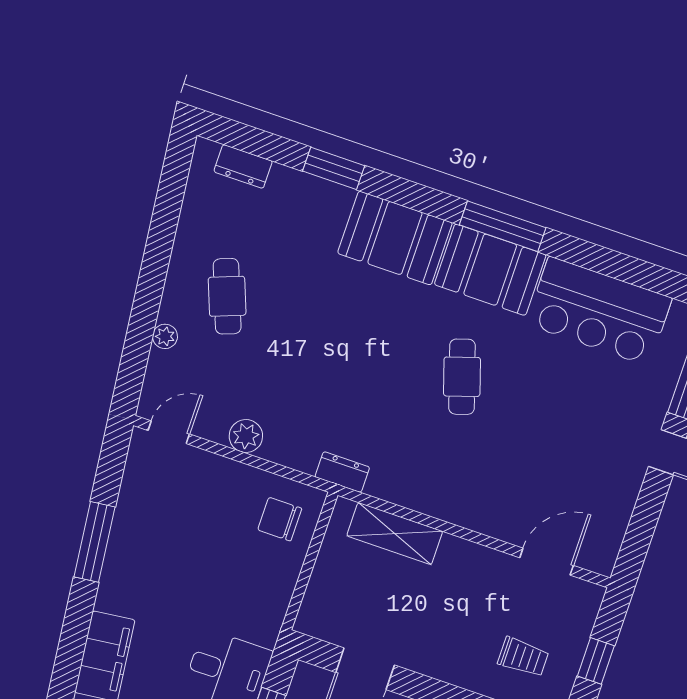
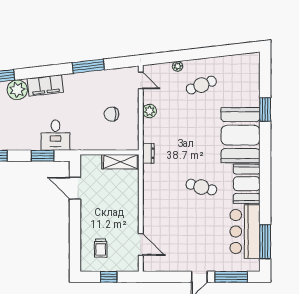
dresser: (243, 166) -> (254, 74), removed
window: (503, 226) -> (265, 242), moved
booth: (395, 238) -> (241, 135), width x1.36, depth x1.42
cafe table: (462, 377) -> (201, 187), turned 33
chair: (280, 519) -> (111, 114), moved, turned -90
shelving: (395, 534) -> (120, 162), moved, turned 90

